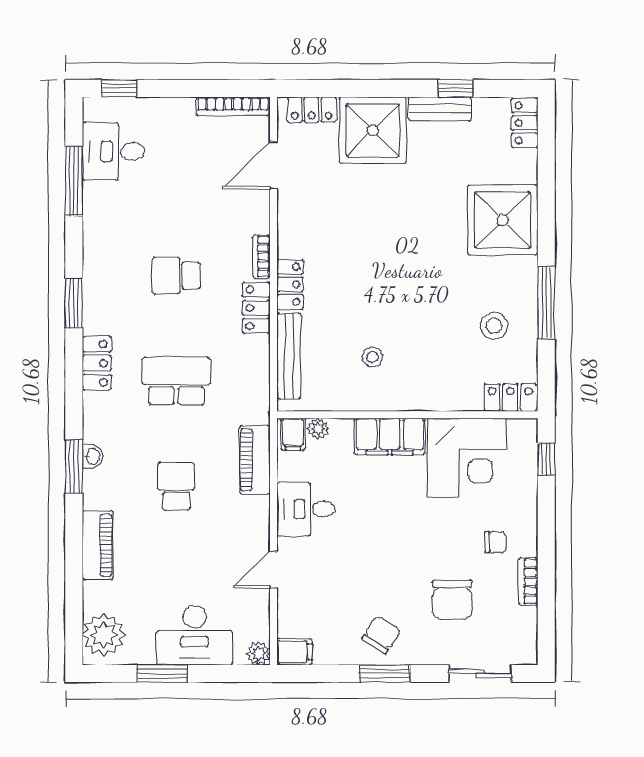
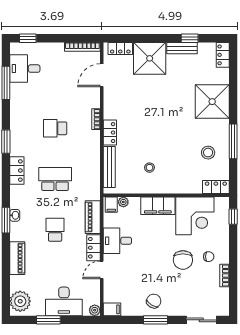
locker: (256, 308) -> (94, 248), moved
chair: (452, 600) -> (183, 260), moved

